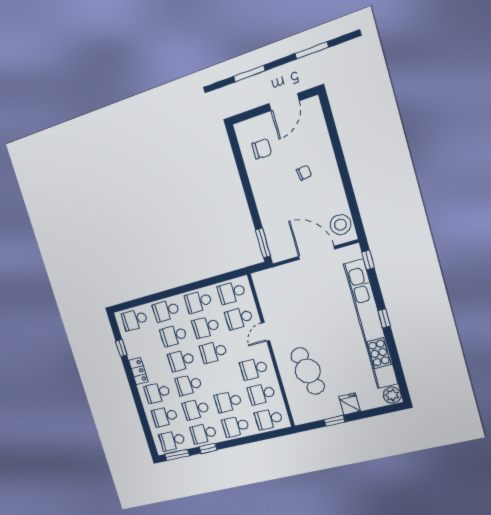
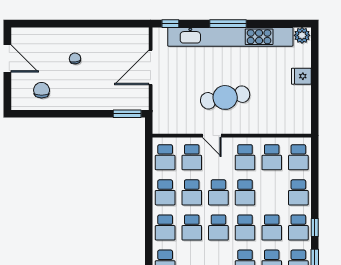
stool: (341, 225) -> (131, 39), removed
window: (384, 318) -> (228, 24), width x2.17
cafe table: (308, 371) -> (225, 97), moved
school desk: (228, 402) -> (245, 192), moved
window: (334, 421) -> (315, 95), removed

